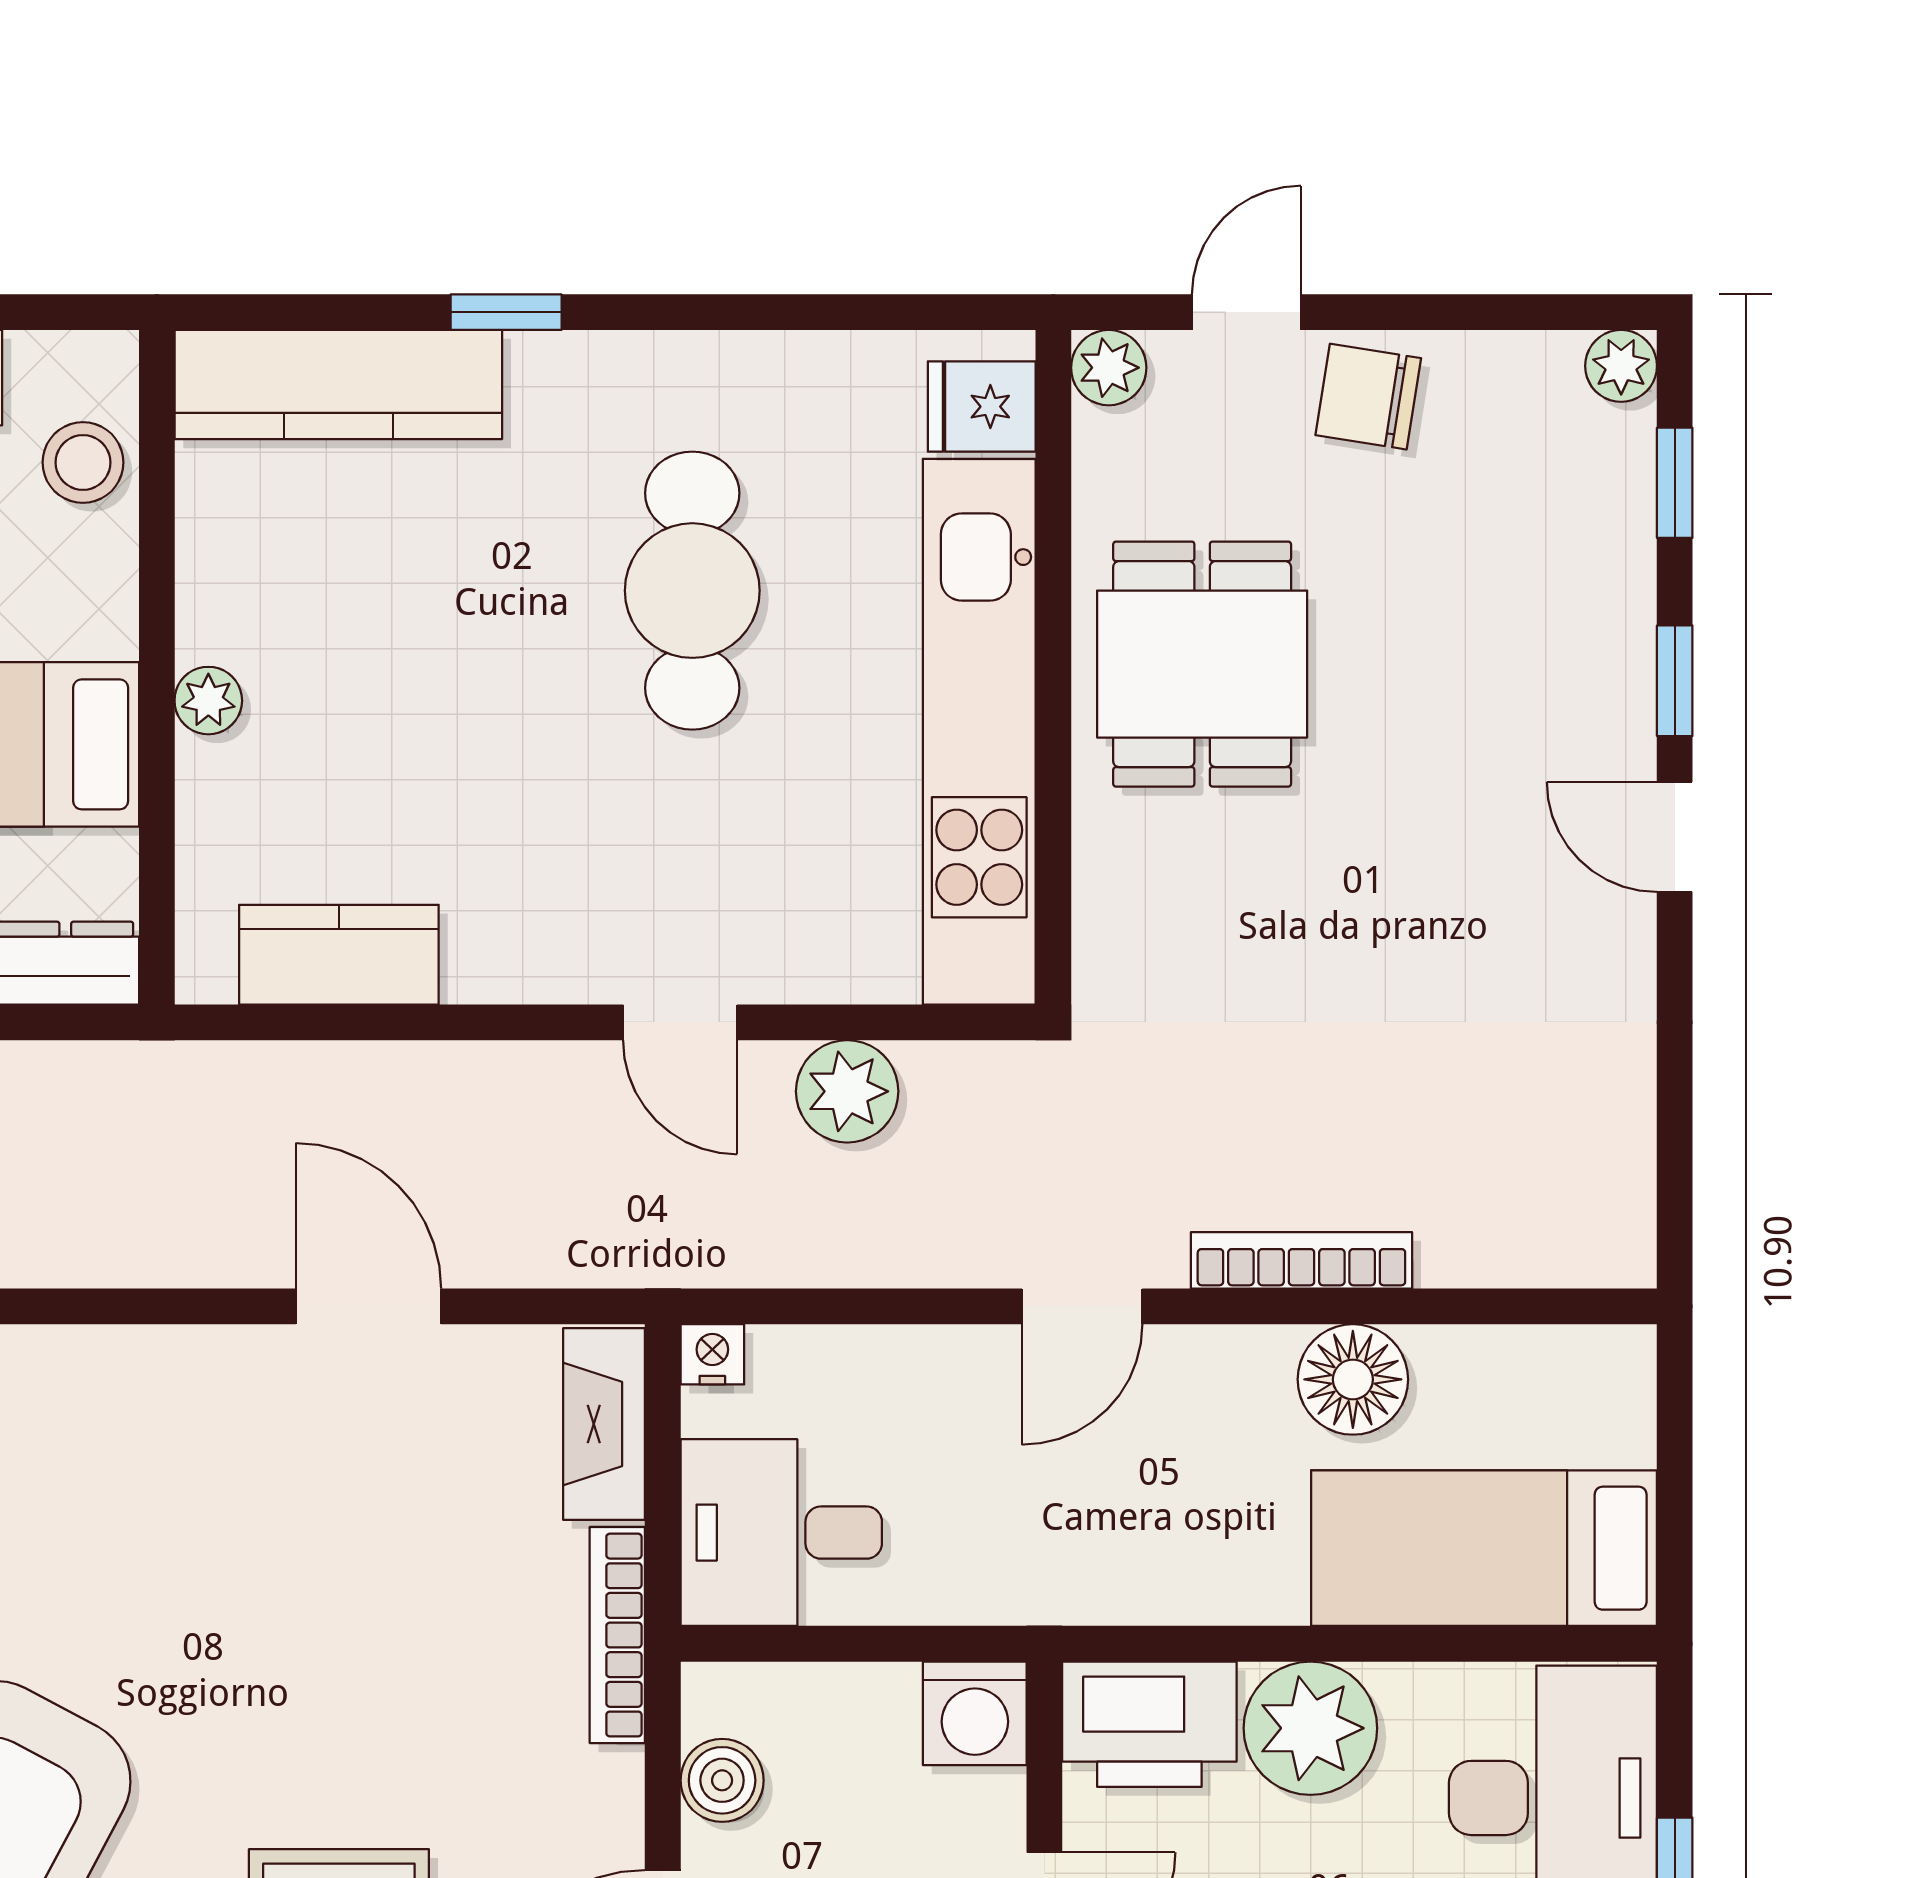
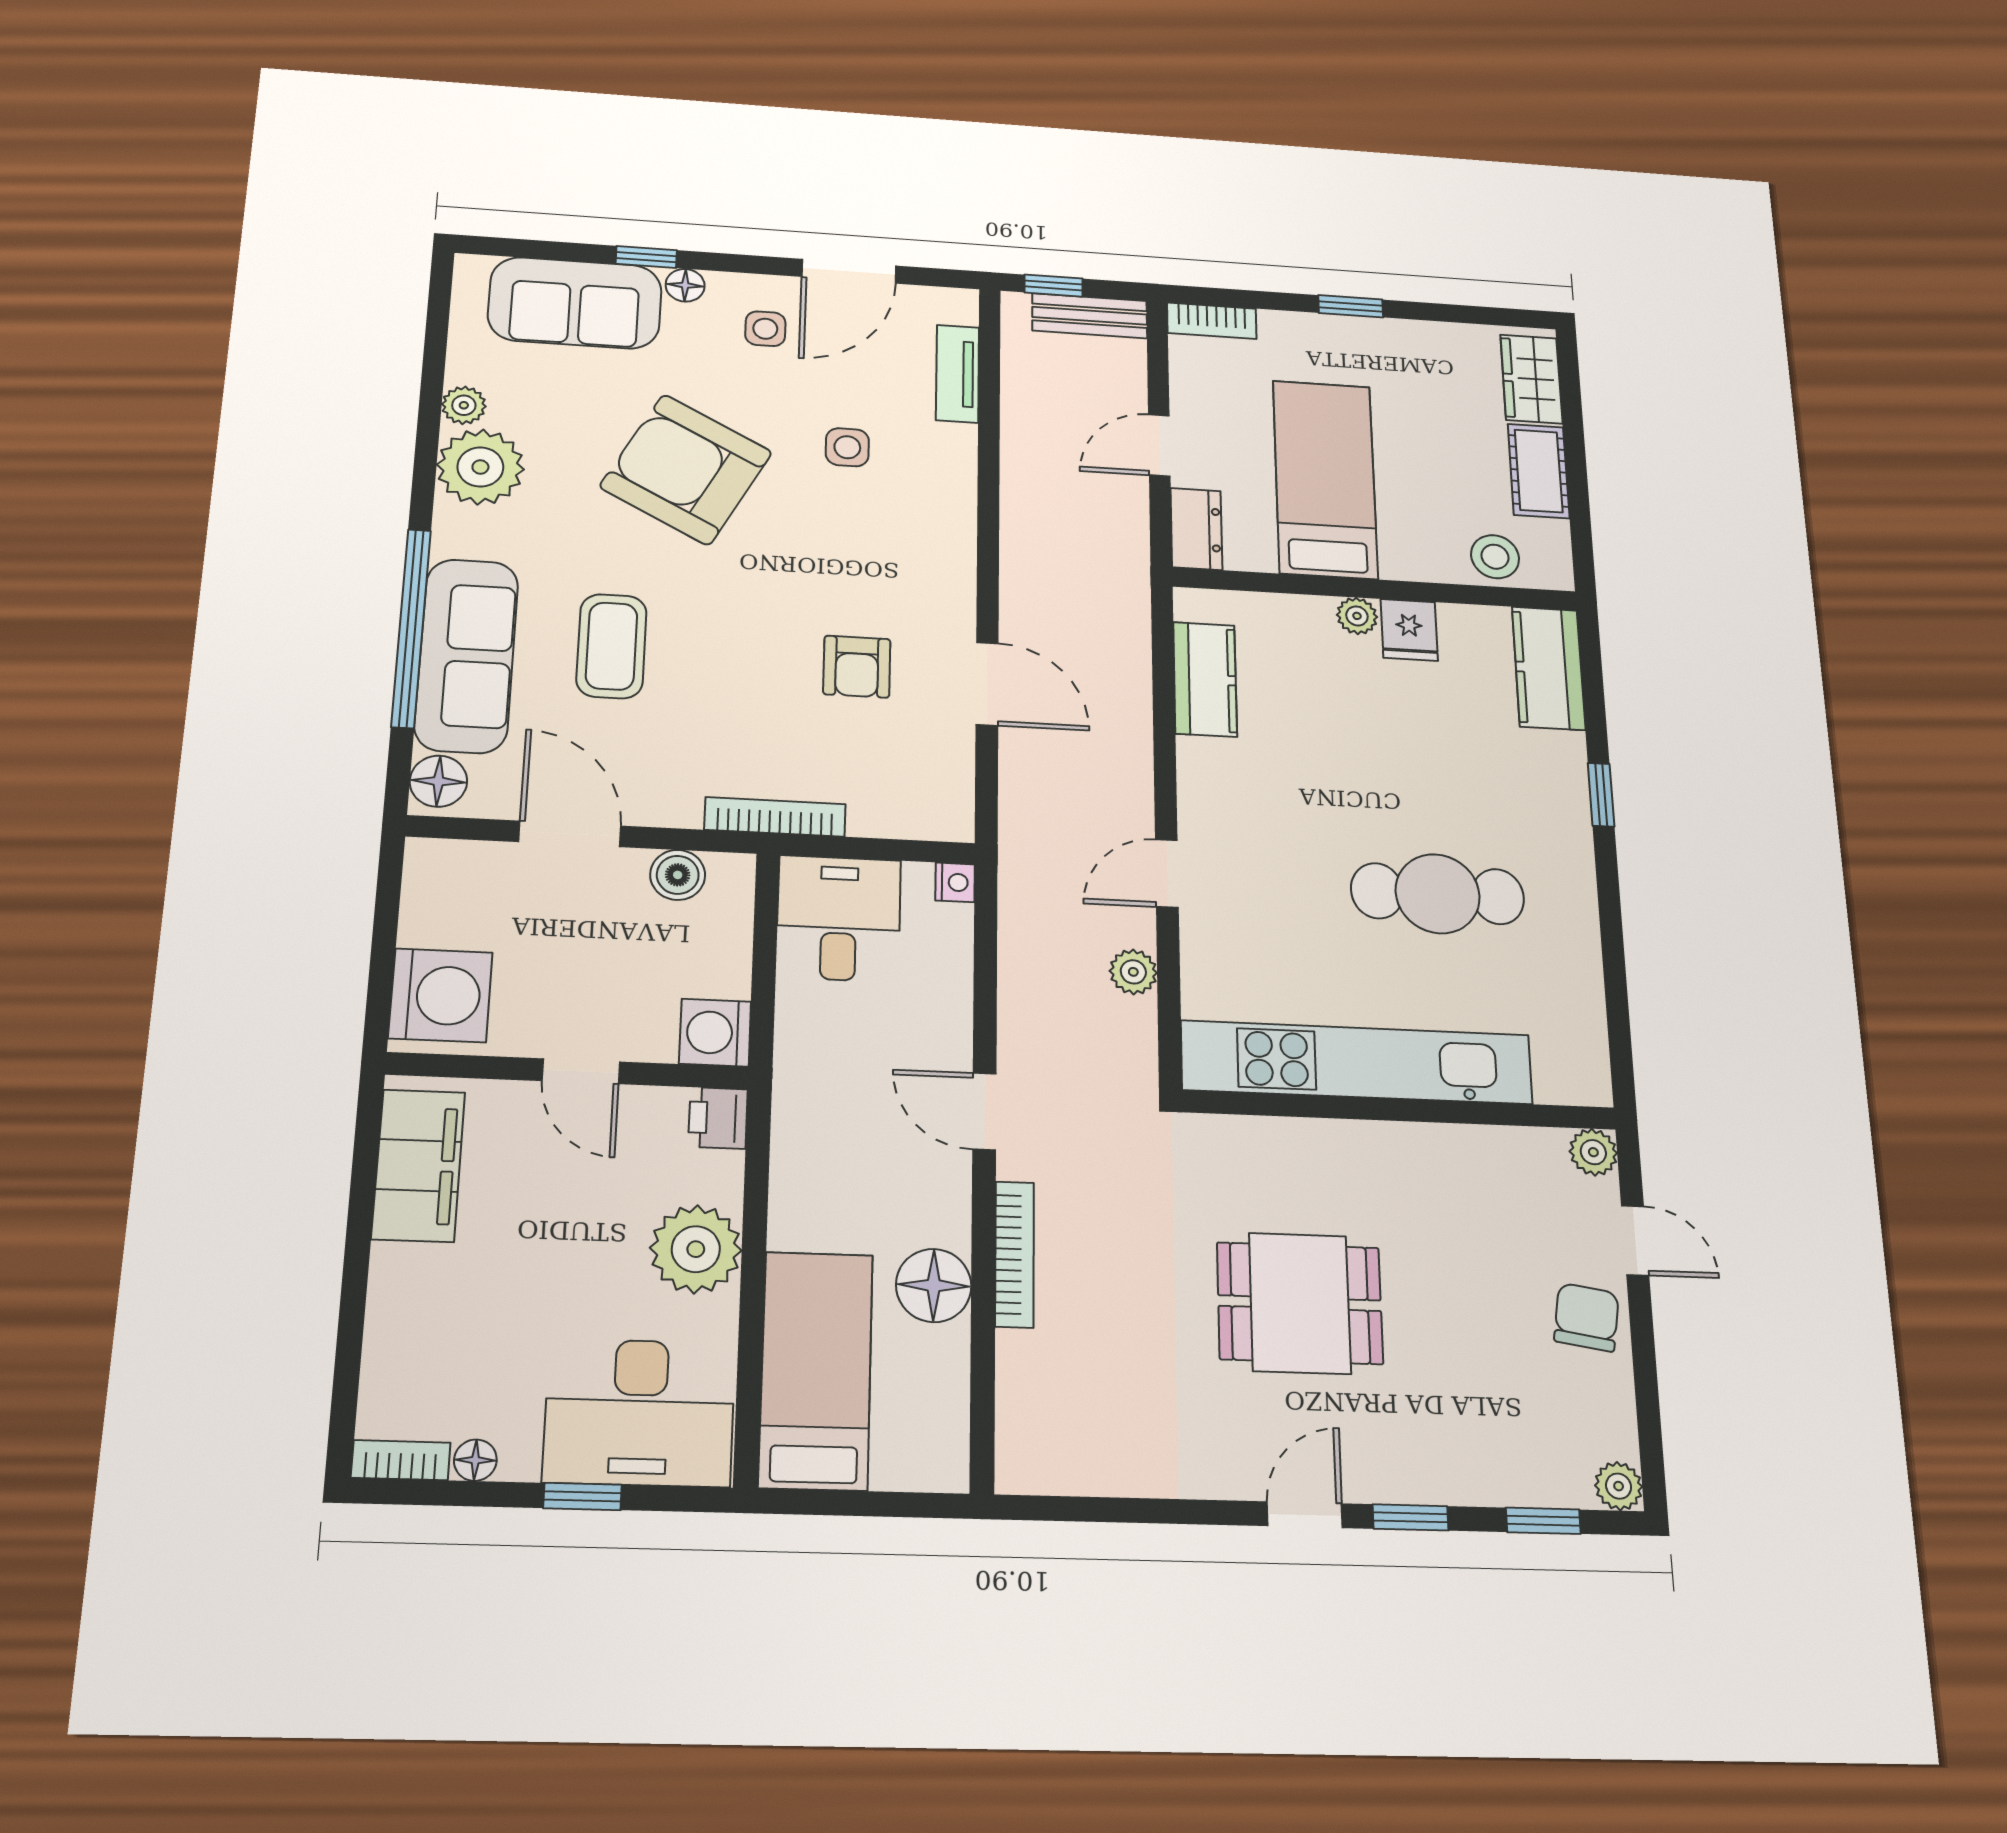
kitchen counter: (338, 385) -> (1549, 668), width x0.67
fridge: (982, 407) -> (1409, 630), moved, turned 180
dining table: (1202, 664) -> (1300, 1303), moved
plant: (847, 1091) -> (1133, 972), width x0.73, depth x0.73
door: (368, 1306) -> (987, 684), hinge flipped
fireplace: (604, 1424) -> (911, 816), removed
armchair: (351, 1514) -> (857, 667), added
printer: (1149, 1724) -> (718, 1118), width x0.53, depth x0.68

